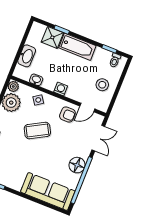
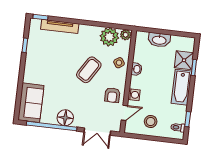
washbasin: (36, 80) -> (137, 69), moved
washing machine: (61, 89) -> (134, 95), moved
door: (87, 108) -> (124, 113), swing flipped
coffee table: (37, 130) -> (89, 70), turned 61
sofa: (48, 191) -> (31, 103), width x0.73

